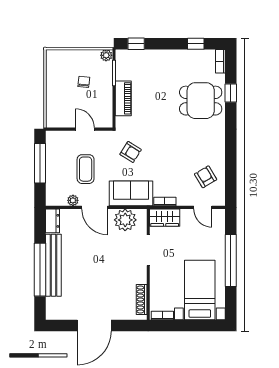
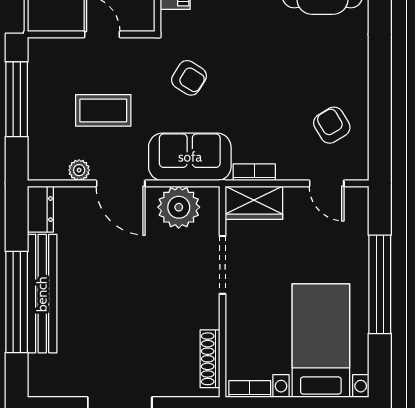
coffee table: (86, 169) -> (103, 110), turned 90

